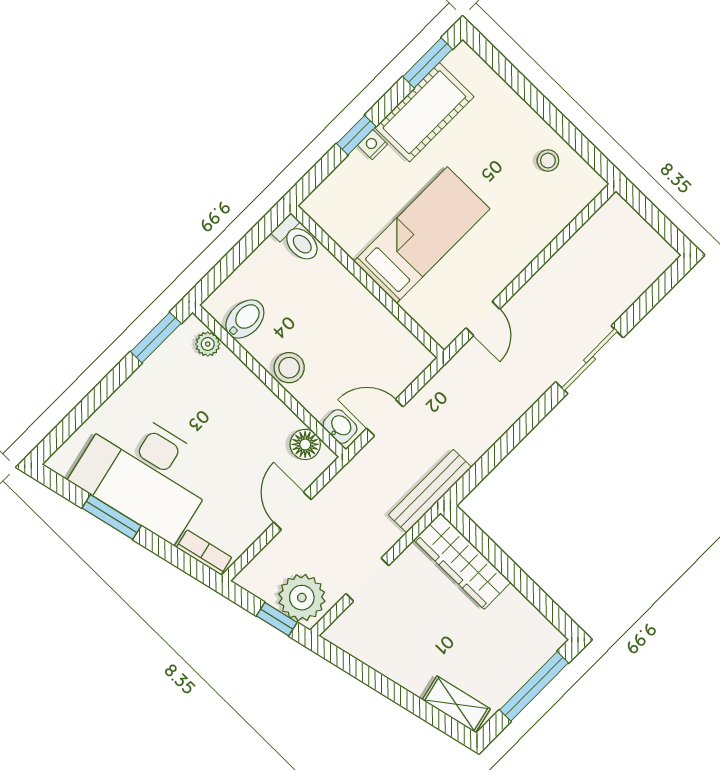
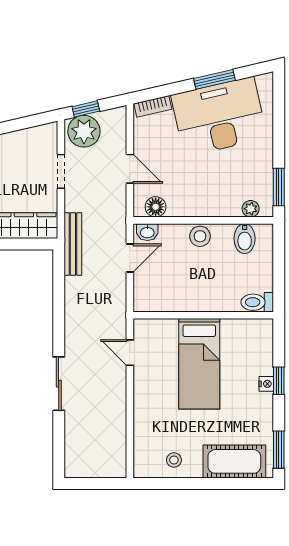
cot: (424, 112) -> (234, 461), moved, turned 90

